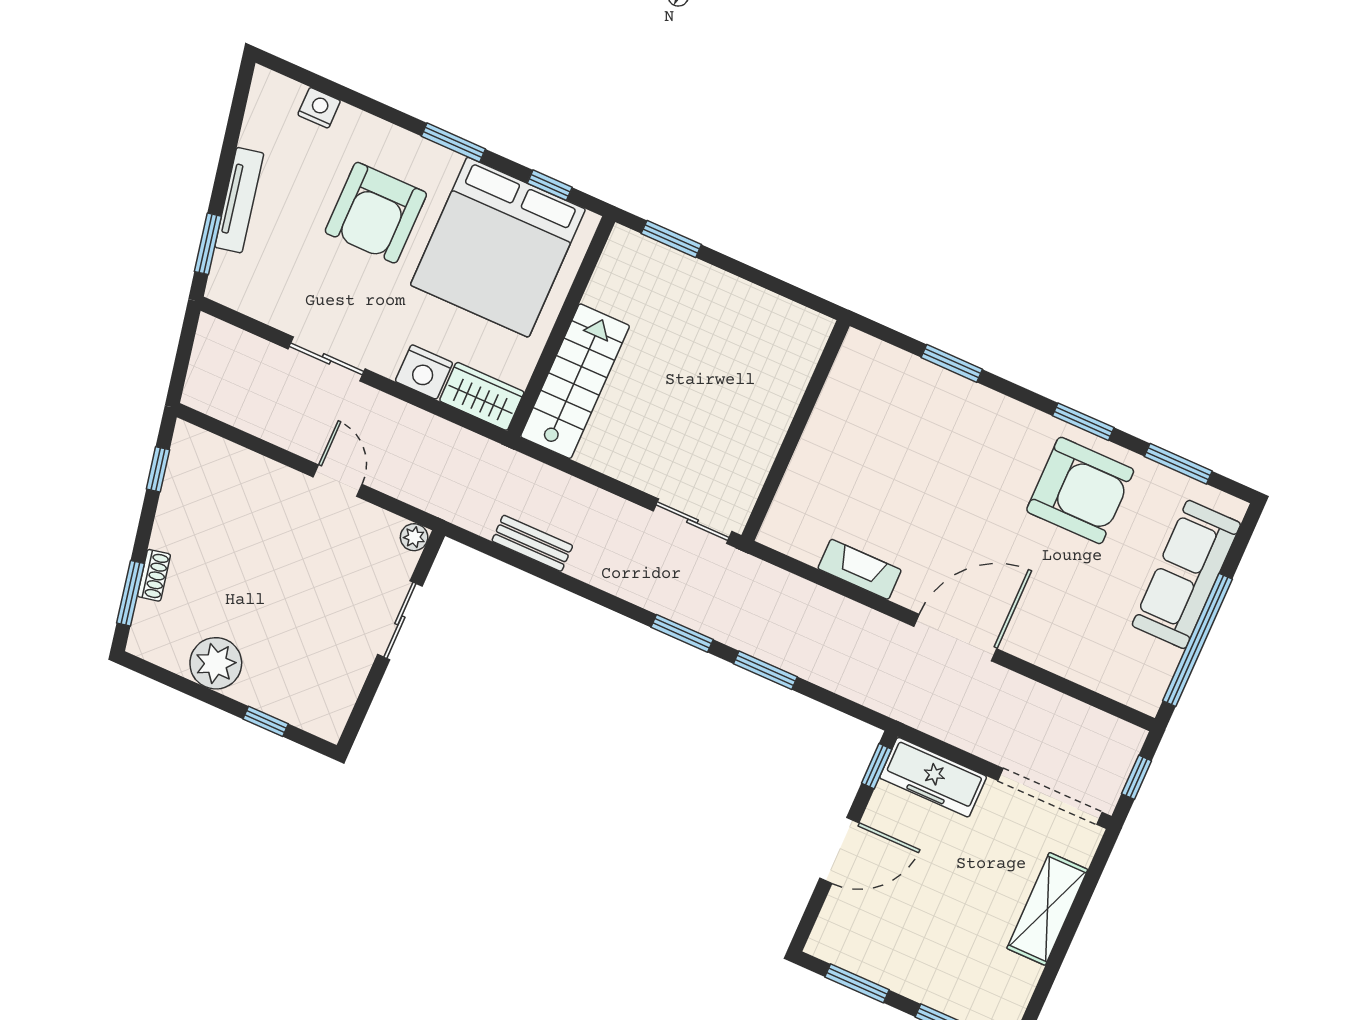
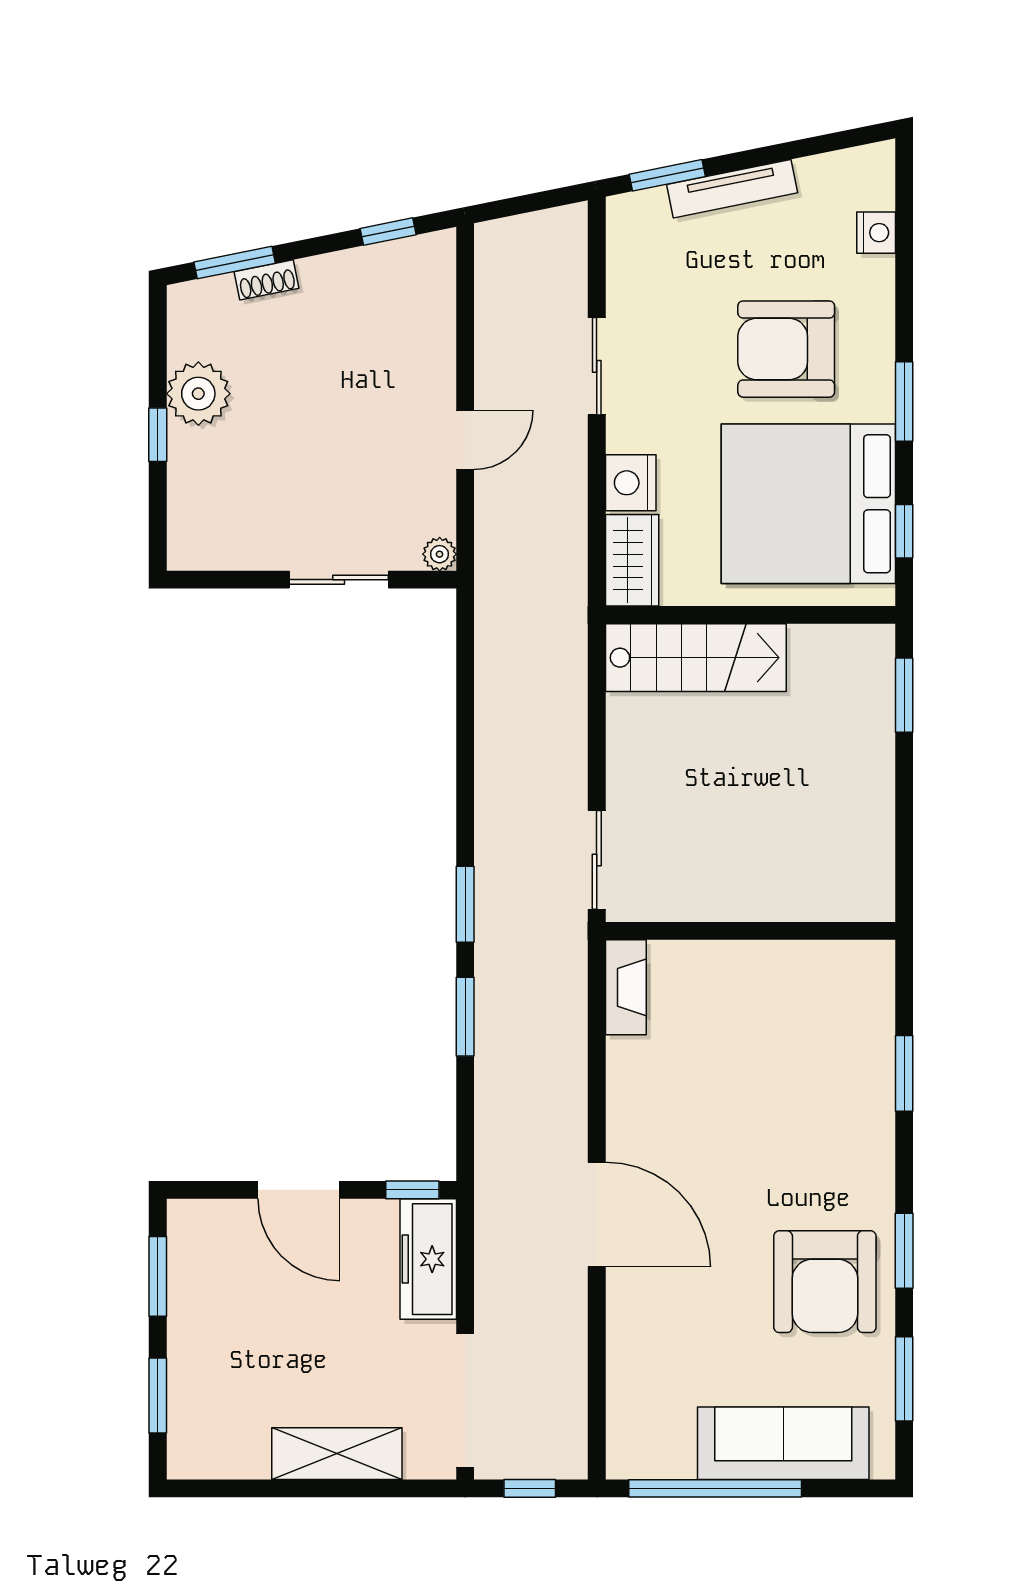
bench: (532, 543) -> (492, 690), removed
fireplace: (860, 569) -> (626, 987), moved
window: (266, 721) -> (158, 435), moved

